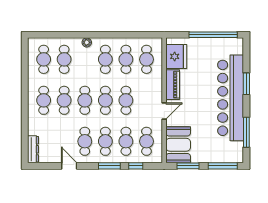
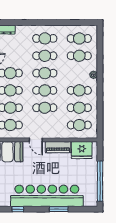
window: (246, 132) -> (18, 209), width x0.46

